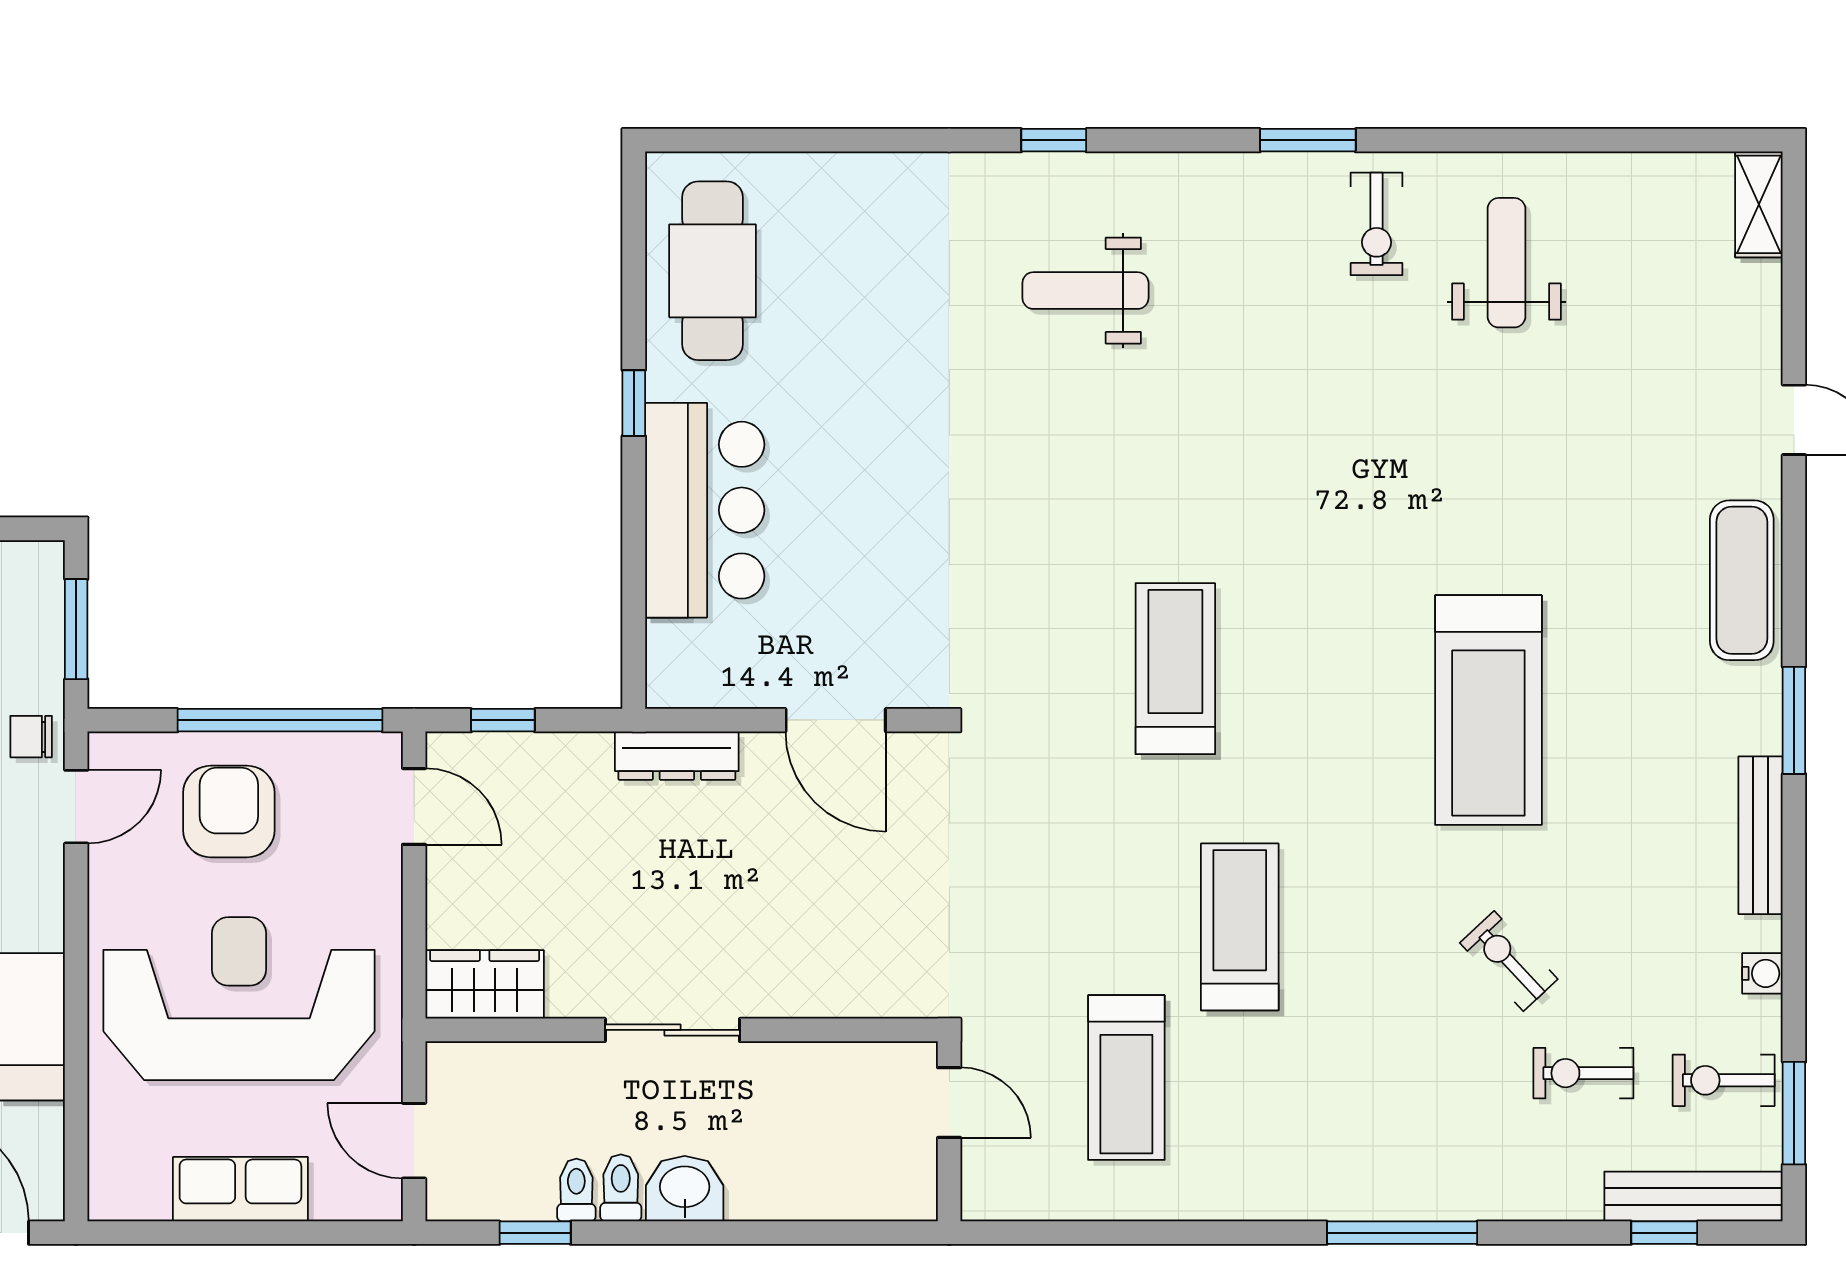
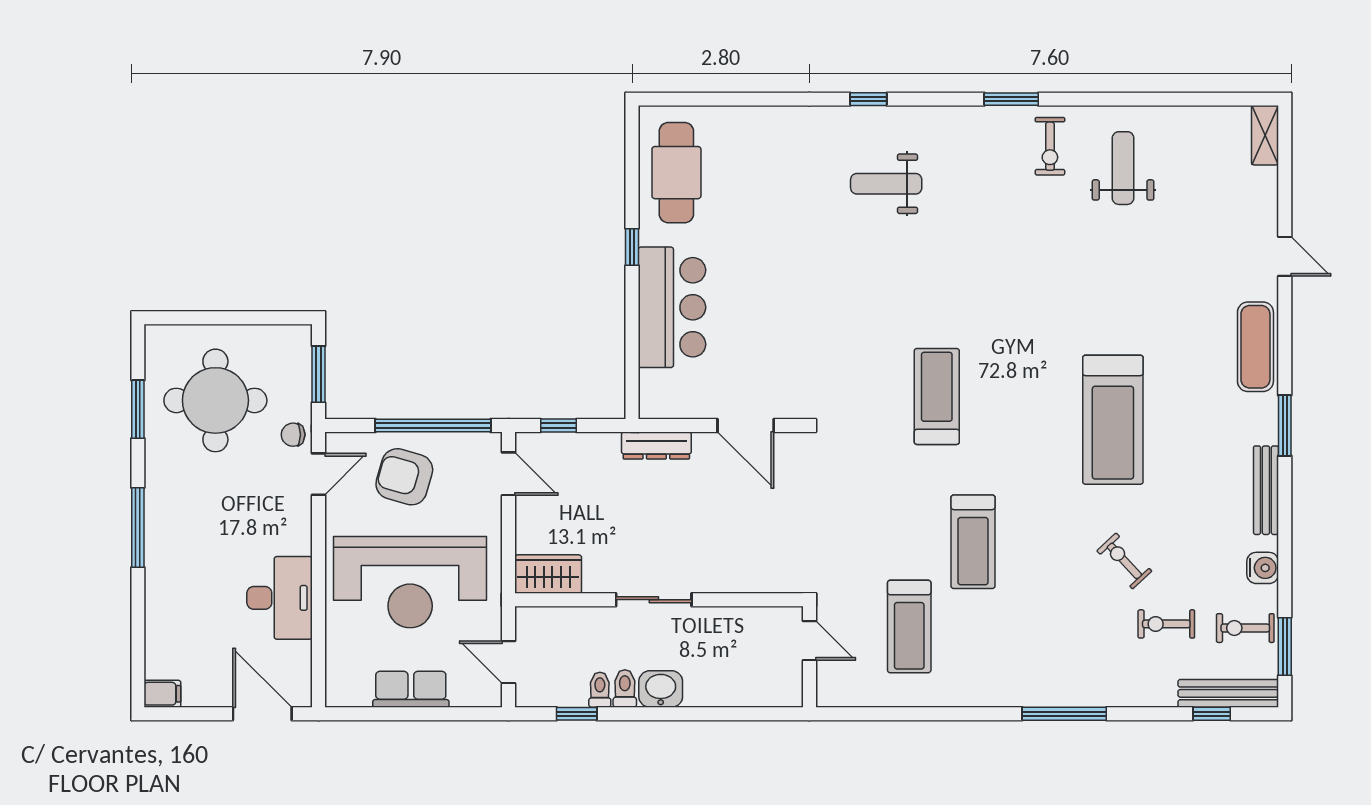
armchair: (229, 812) -> (404, 477), turned -74
treadmill: (1240, 927) -> (973, 542), turned 180
water cooler: (1762, 973) -> (1263, 568), width x1.38, depth x1.38
reception desk: (239, 999) -> (410, 582), turned 180

